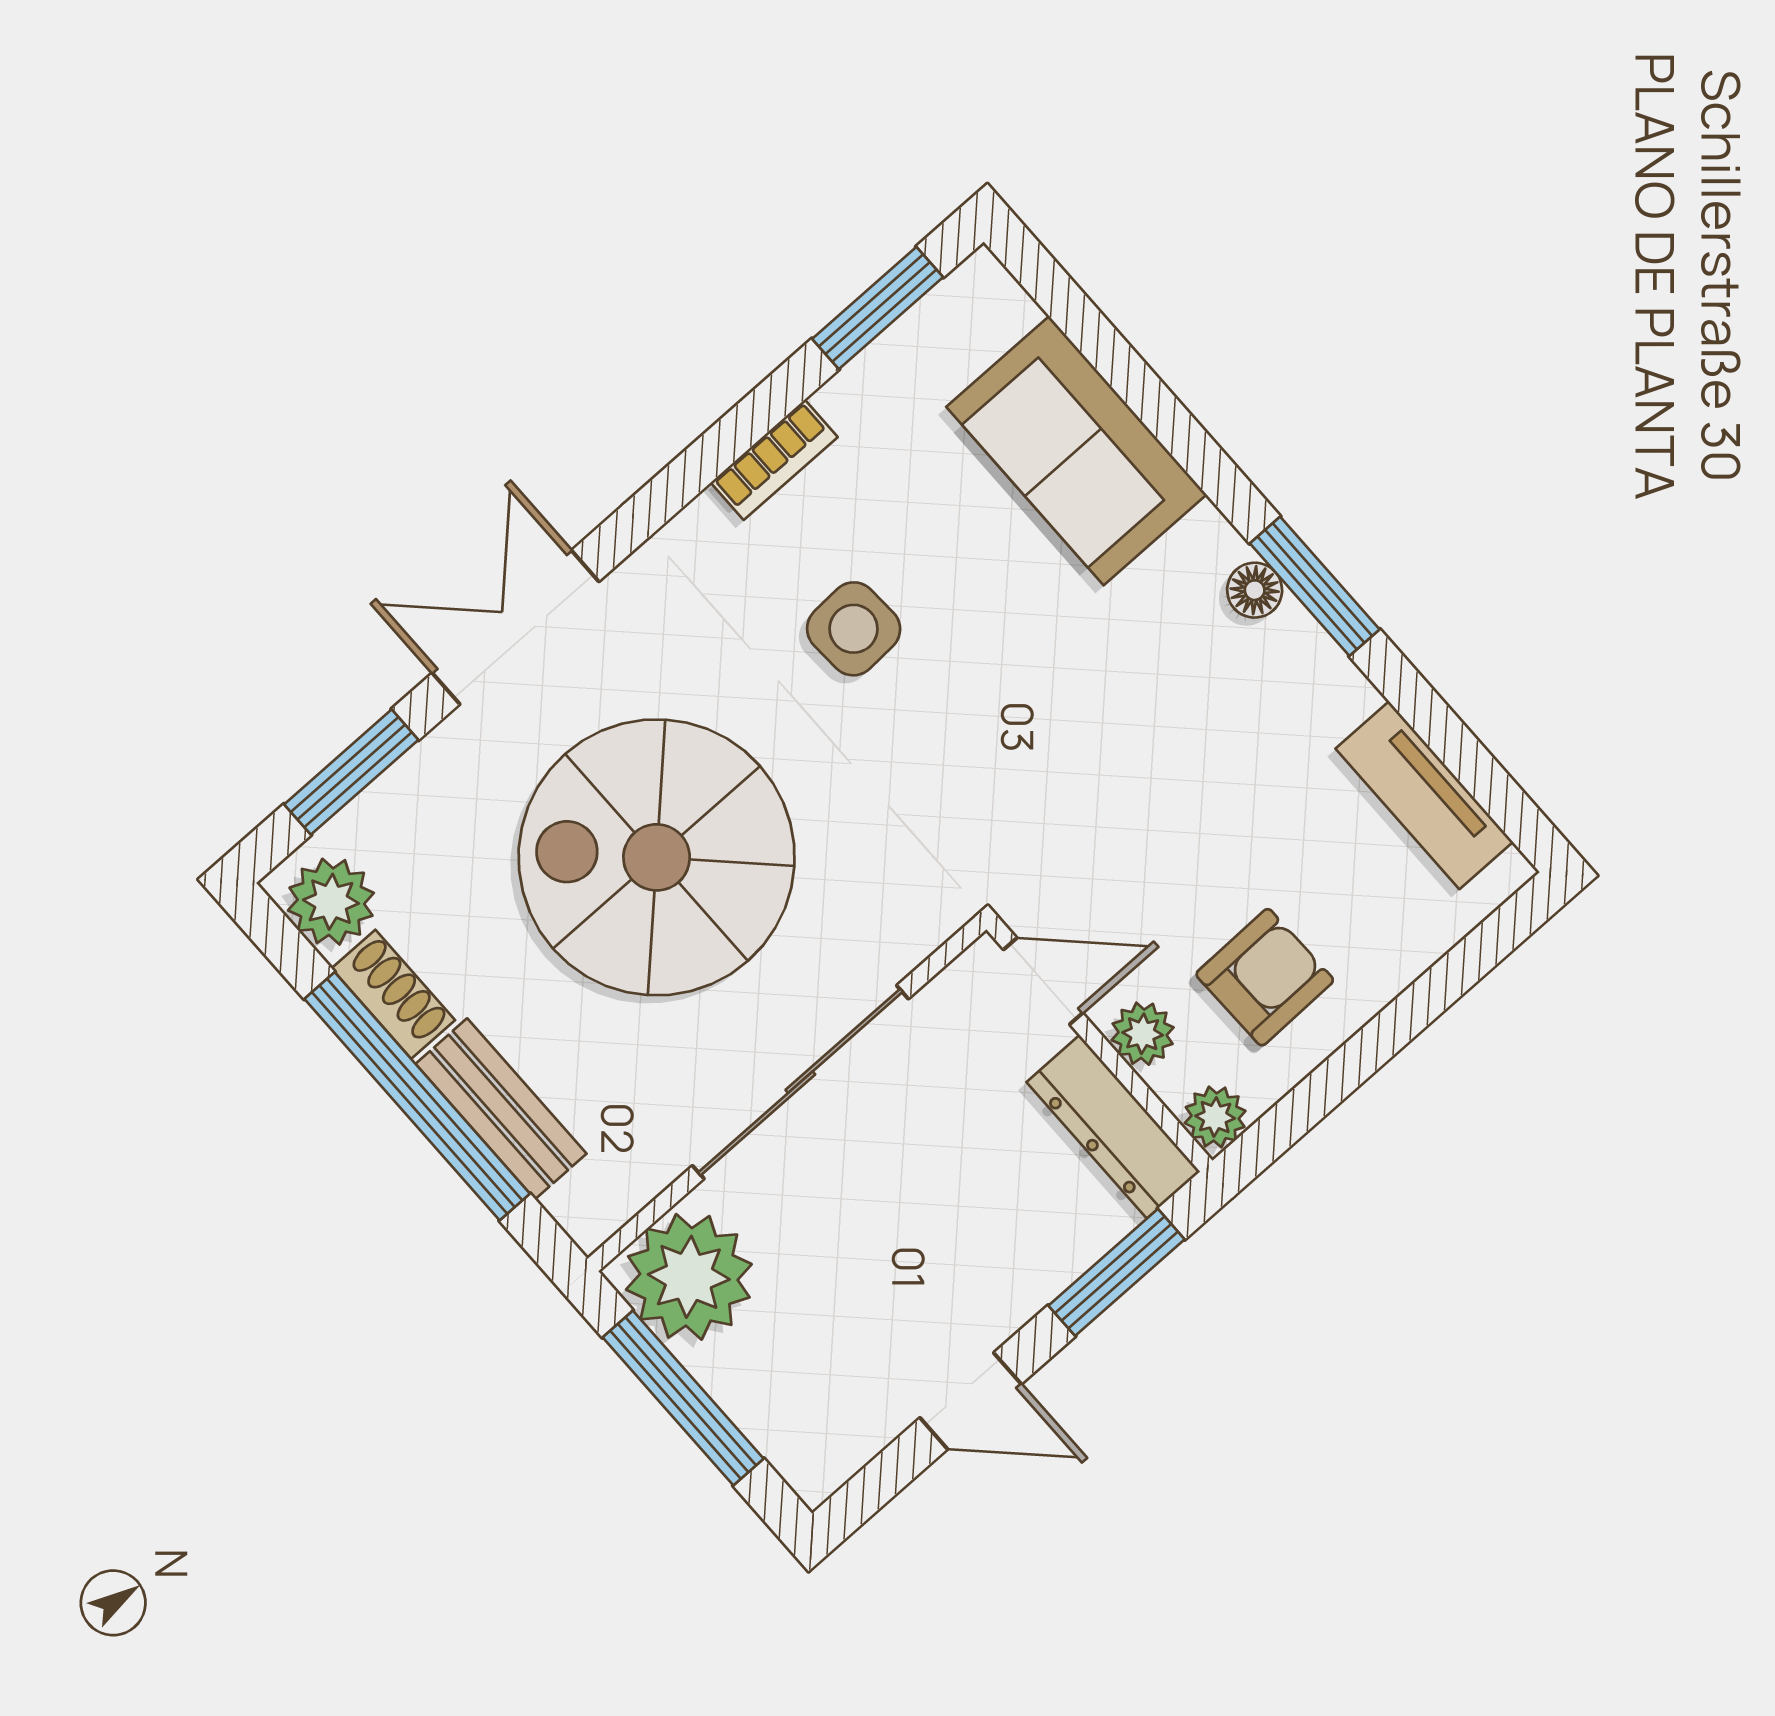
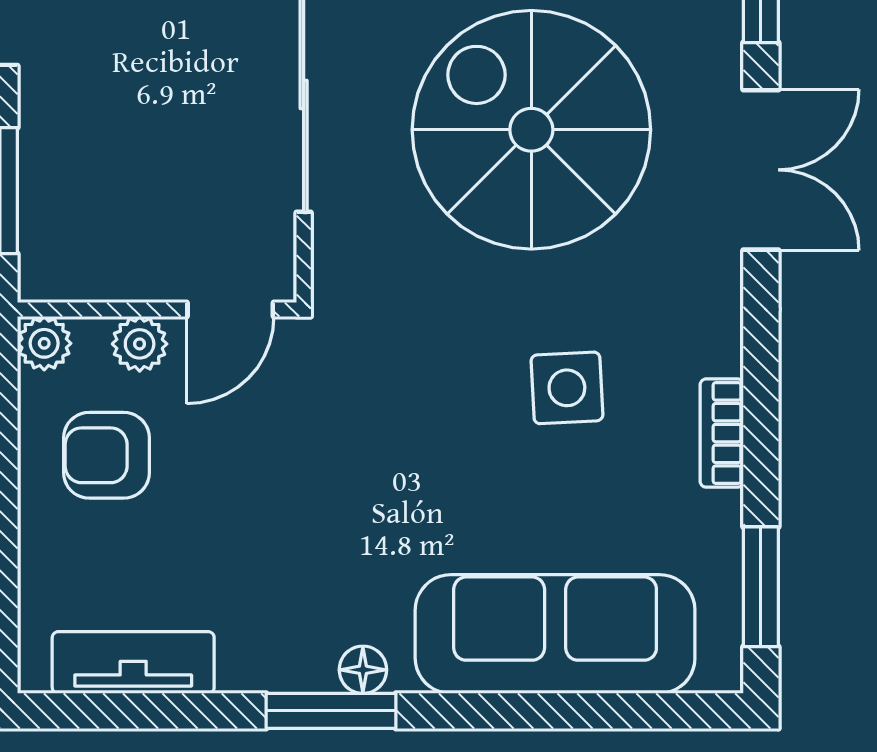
sofa: (1076, 451) -> (555, 634), width x1.36
spiral stairs: (657, 857) -> (531, 130), turned -90
armchair: (1265, 977) -> (106, 455), turned 91
dresser: (1113, 1127) -> (96, 272), removed

